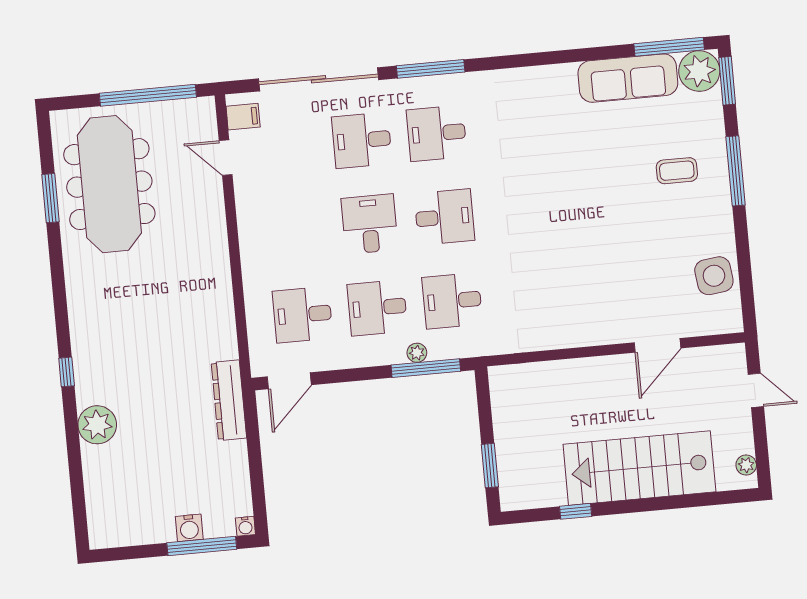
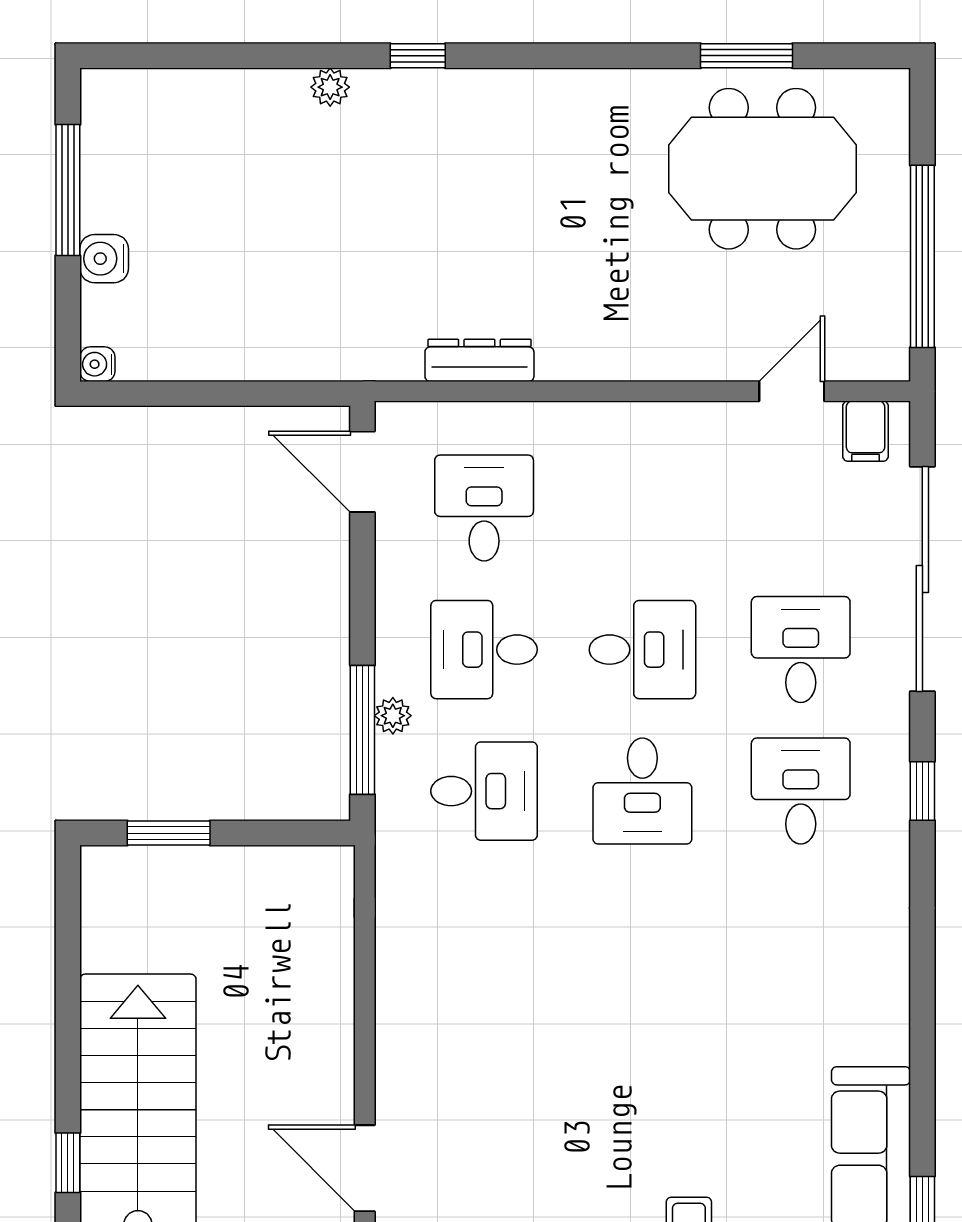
window: (431, 69) -> (922, 791), width x0.46
meeting table: (109, 184) -> (762, 169), width x0.73
desk: (452, 301) -> (484, 791), turned 90
desk: (377, 308) -> (484, 650), turned -90
dresser: (229, 400) -> (479, 360), moved, width x0.73, depth x0.80
plant: (97, 425) -> (330, 87), width x0.53, depth x0.53
window: (576, 511) -> (68, 1163), moved
window: (202, 546) -> (68, 190), moved

